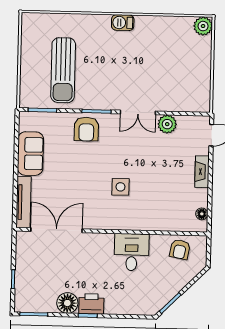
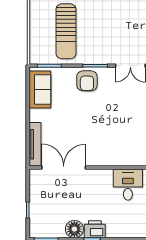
sofa: (30, 154) -> (40, 89), moved
side table: (120, 187) -> (117, 129), removed

